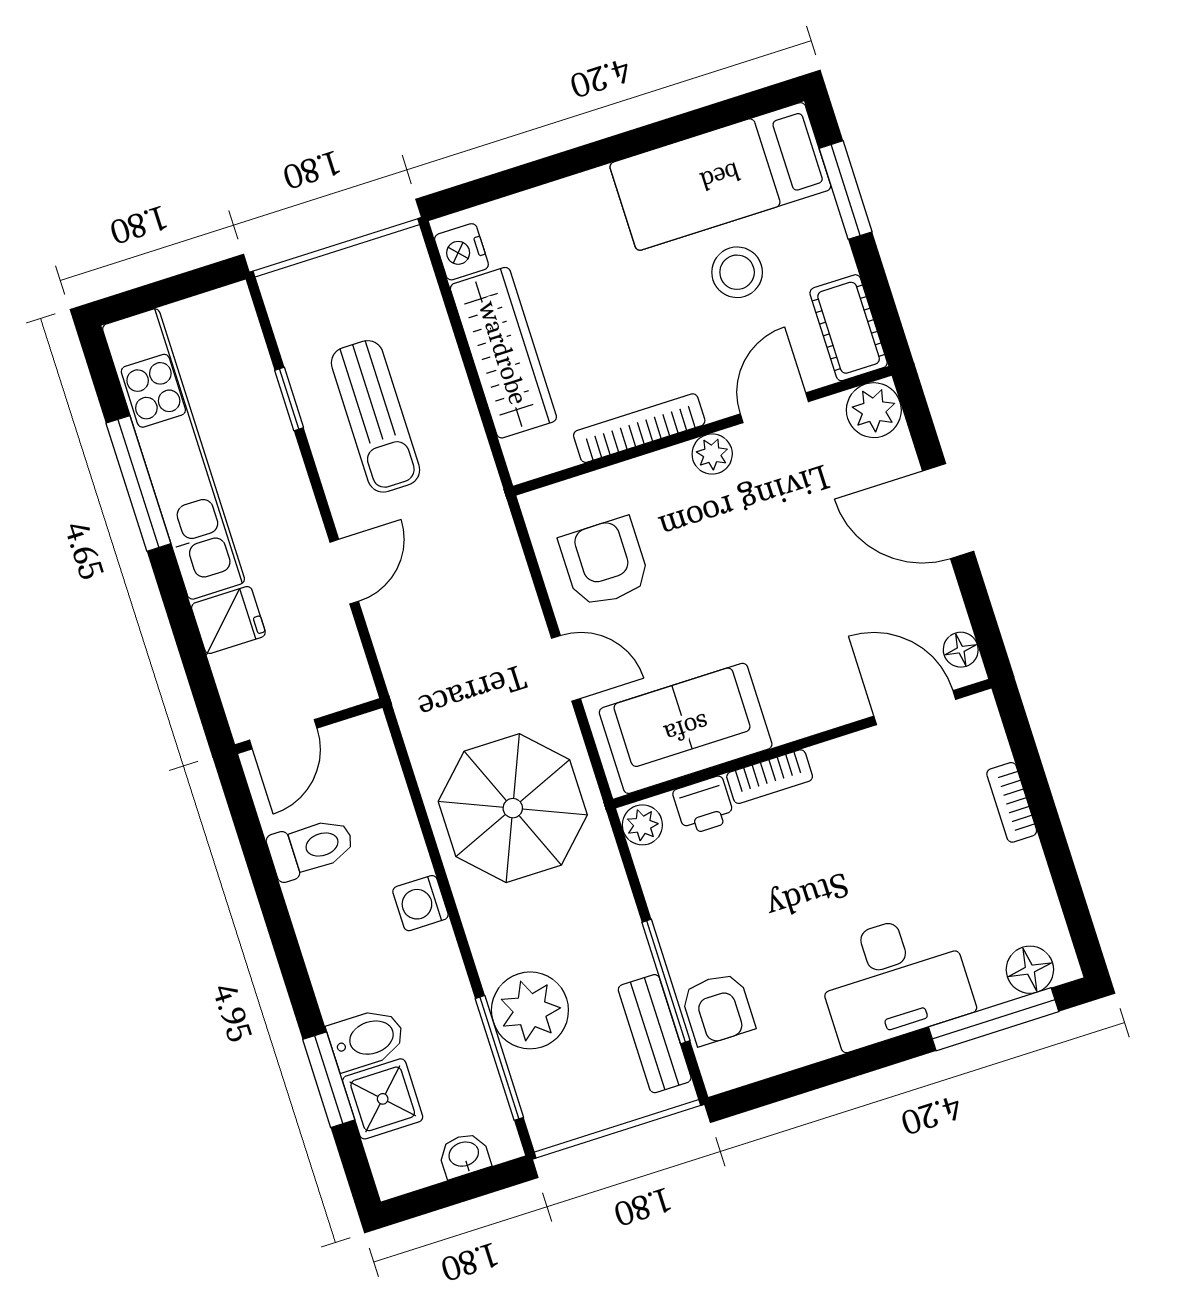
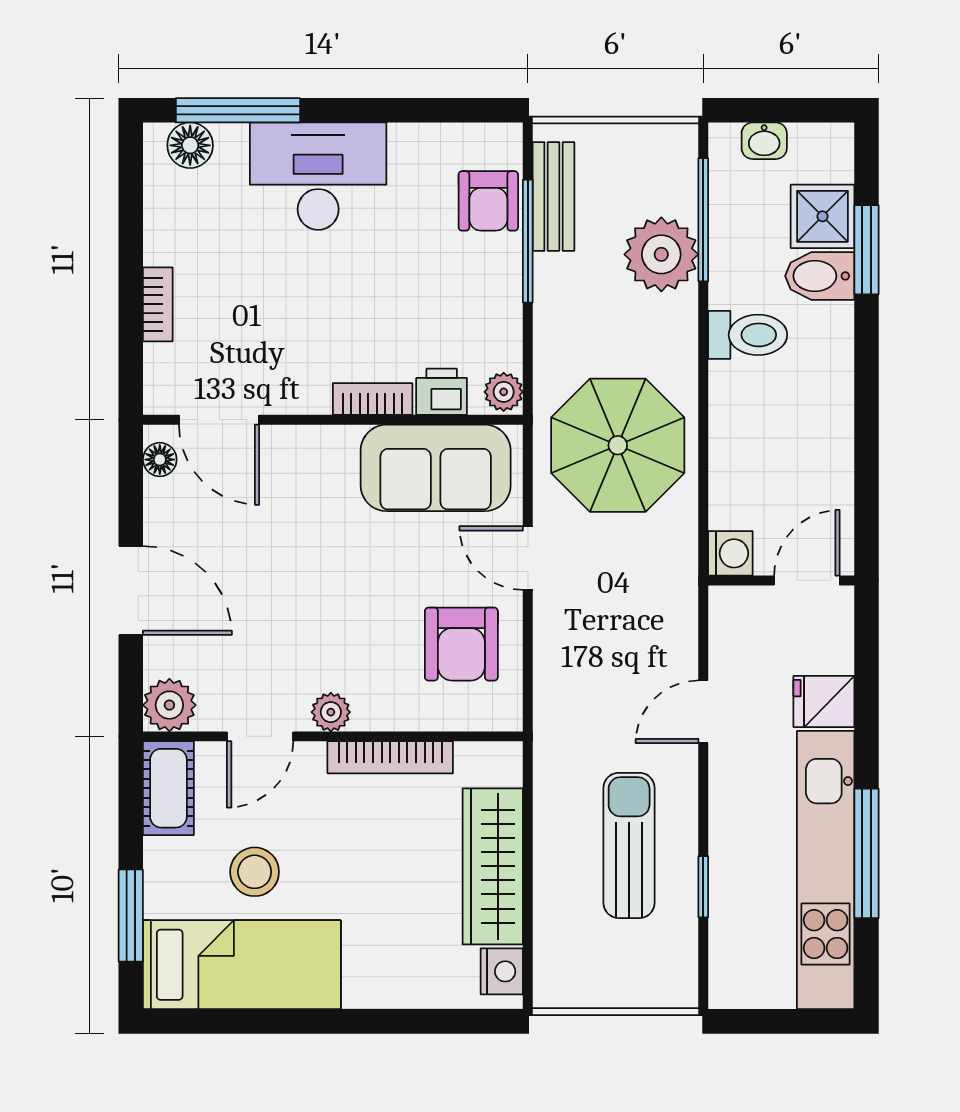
toilet: (311, 848) -> (748, 335), moved, turned 180
washing machine: (420, 903) -> (730, 553), moved
armchair: (718, 1009) -> (488, 201), turned 180

